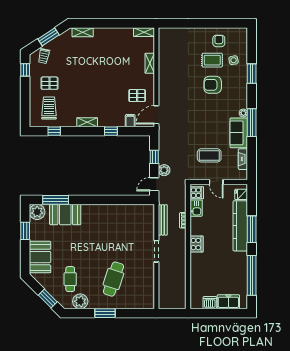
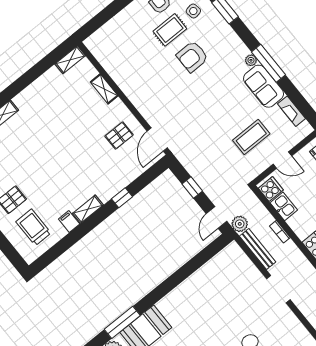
filing cabinet: (130, 121) -> (69, 222), moved
window: (54, 131) -> (60, 248), removed
plant: (164, 170) -> (240, 224), moved

